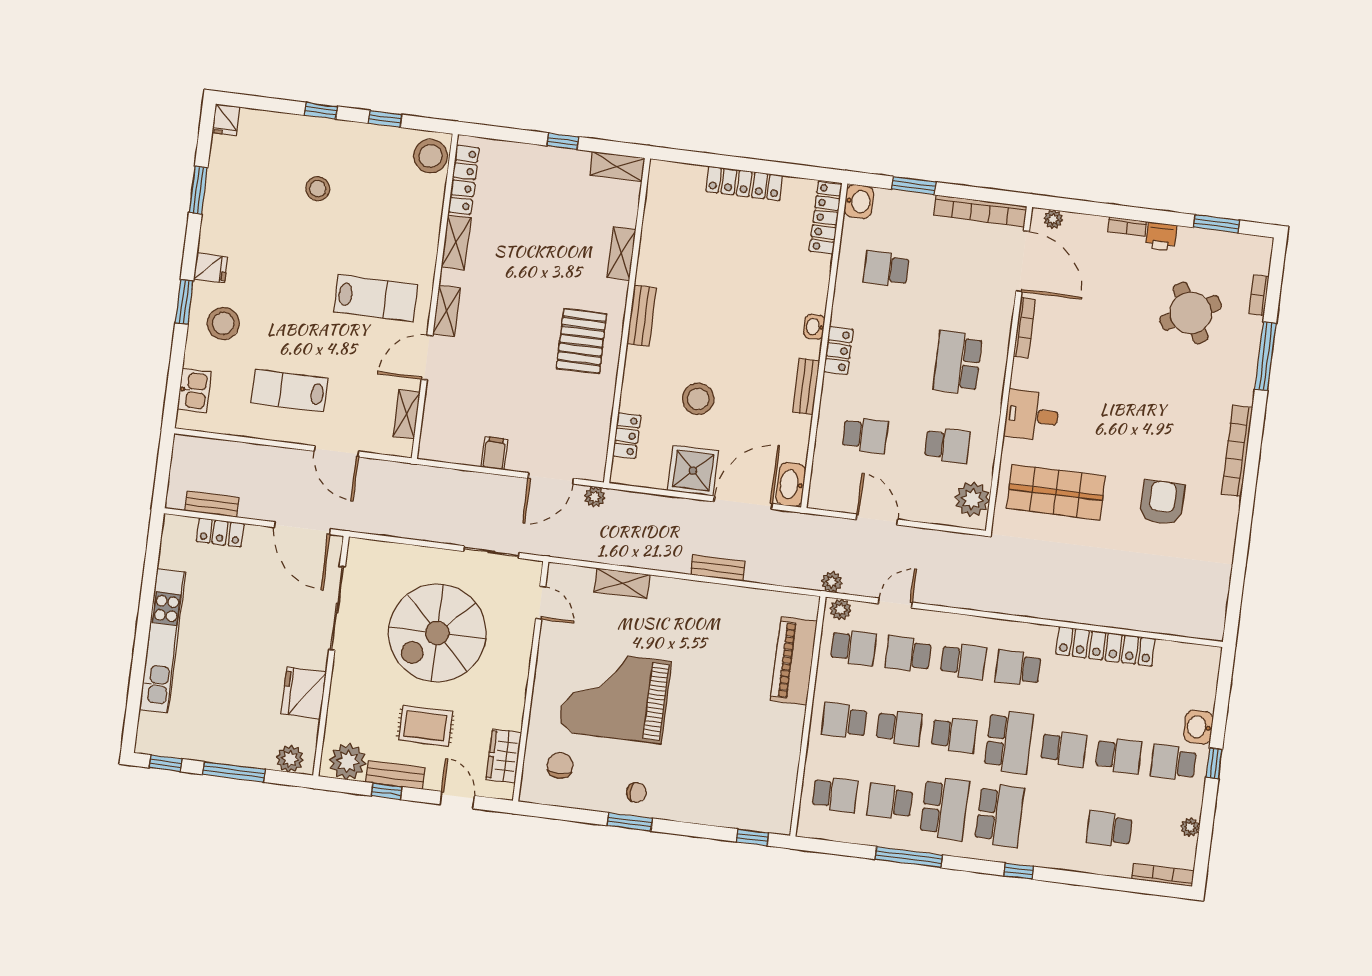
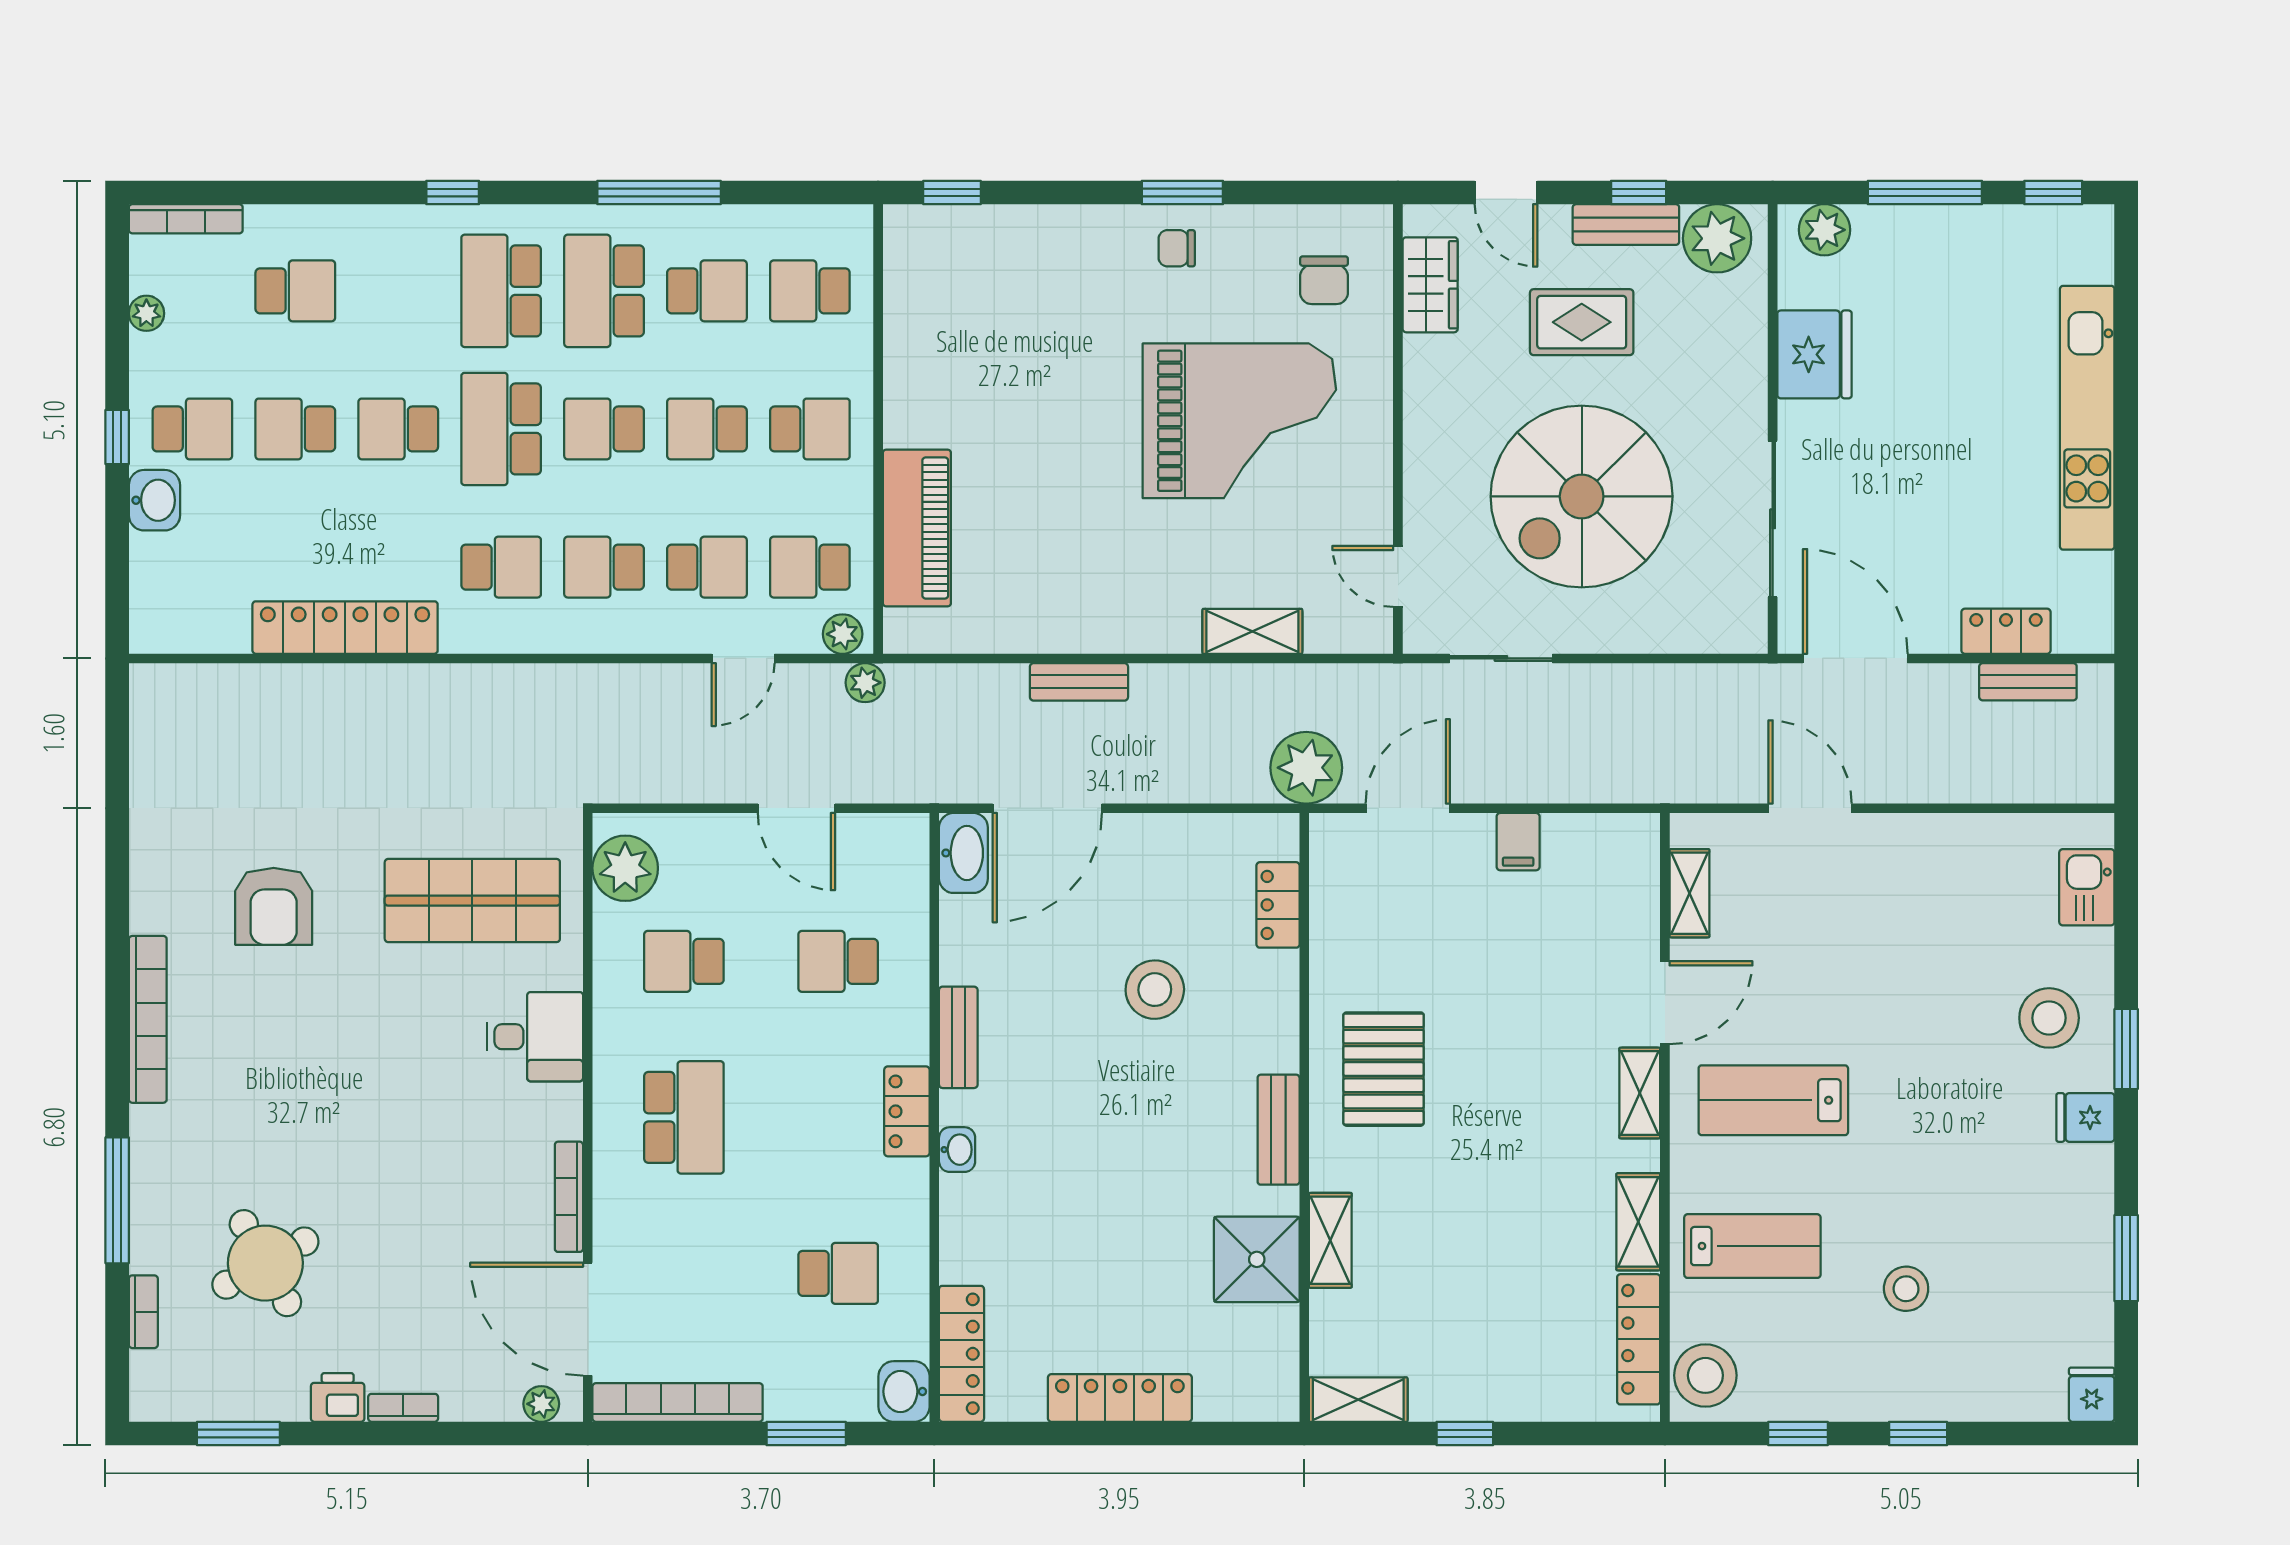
lab bench: (289, 391) -> (1752, 1246), moved
shower: (693, 471) -> (1257, 1259), moved
plant: (595, 497) -> (1306, 768), width x1.88, depth x1.88
spiral stairs: (437, 633) -> (1582, 496), turned 180

